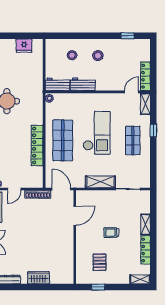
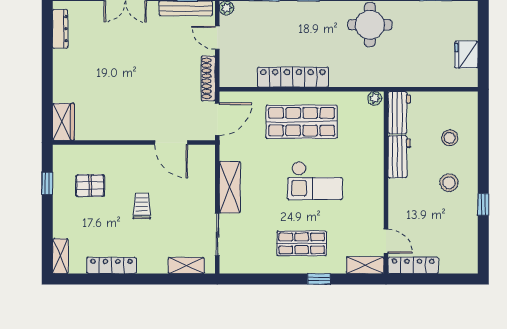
window: (128, 36) -> (483, 205), moved
checkout: (97, 133) -> (315, 181), width x0.73, depth x0.83
shelving: (146, 224) -> (186, 266), moved
wardrobe: (38, 278) -> (63, 122), moved

